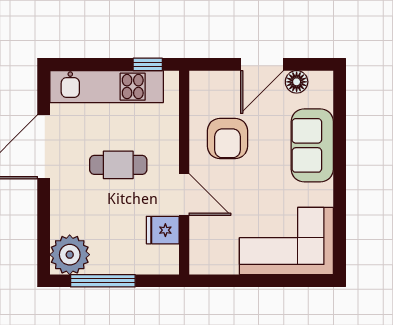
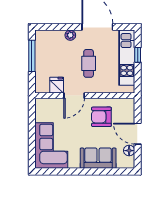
window: (148, 64) -> (138, 55), moved
plant: (70, 255) -> (70, 35), moved, width x0.53, depth x0.53

